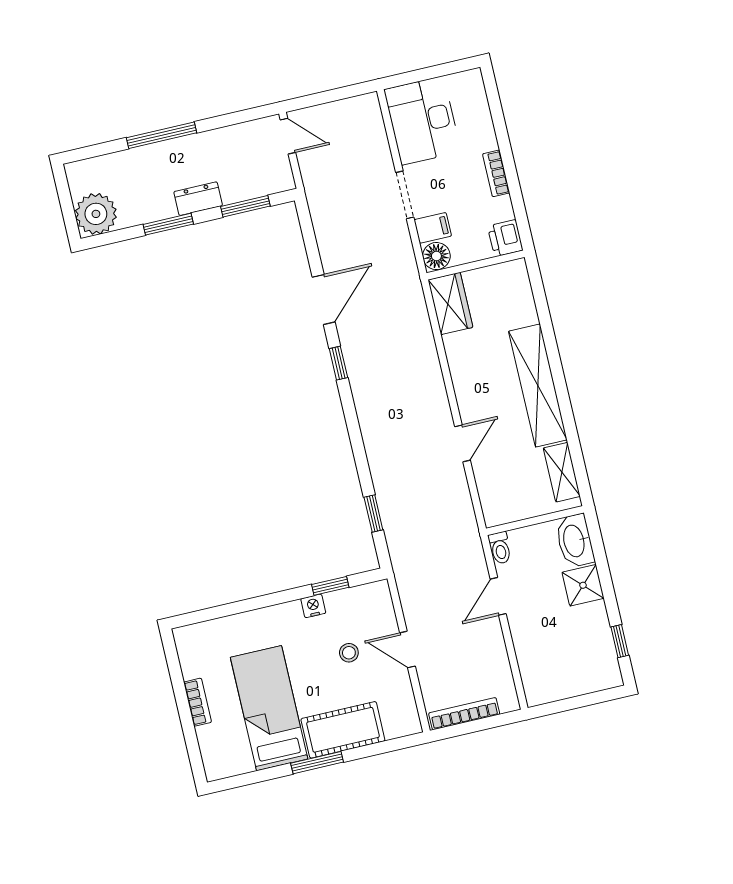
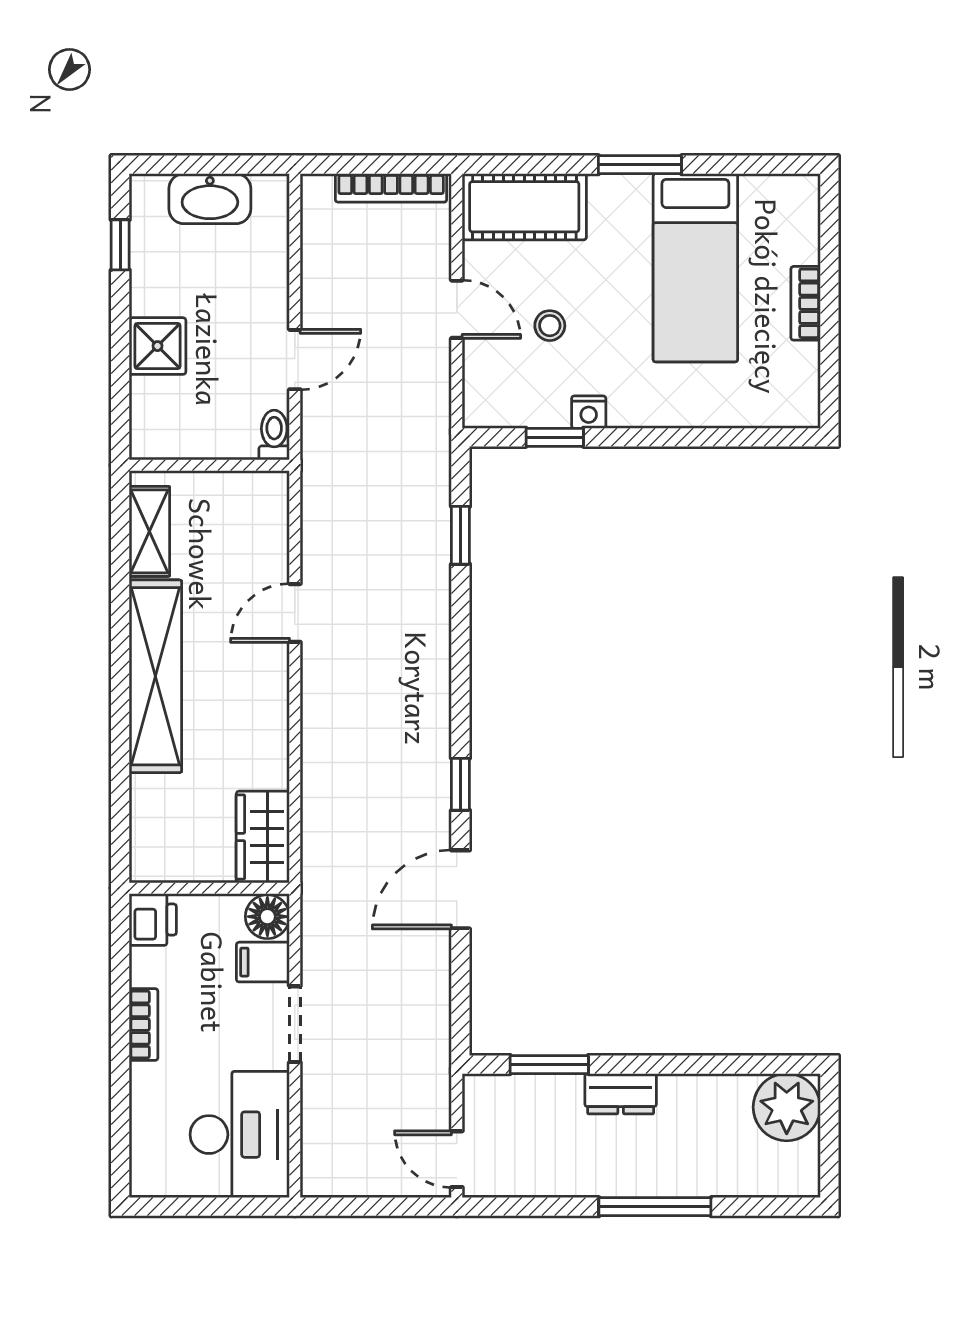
window: (168, 224) -> (677, 1065), removed
washbasin: (575, 541) -> (210, 199), moved, turned 90
cot: (343, 730) -> (524, 207), moved

